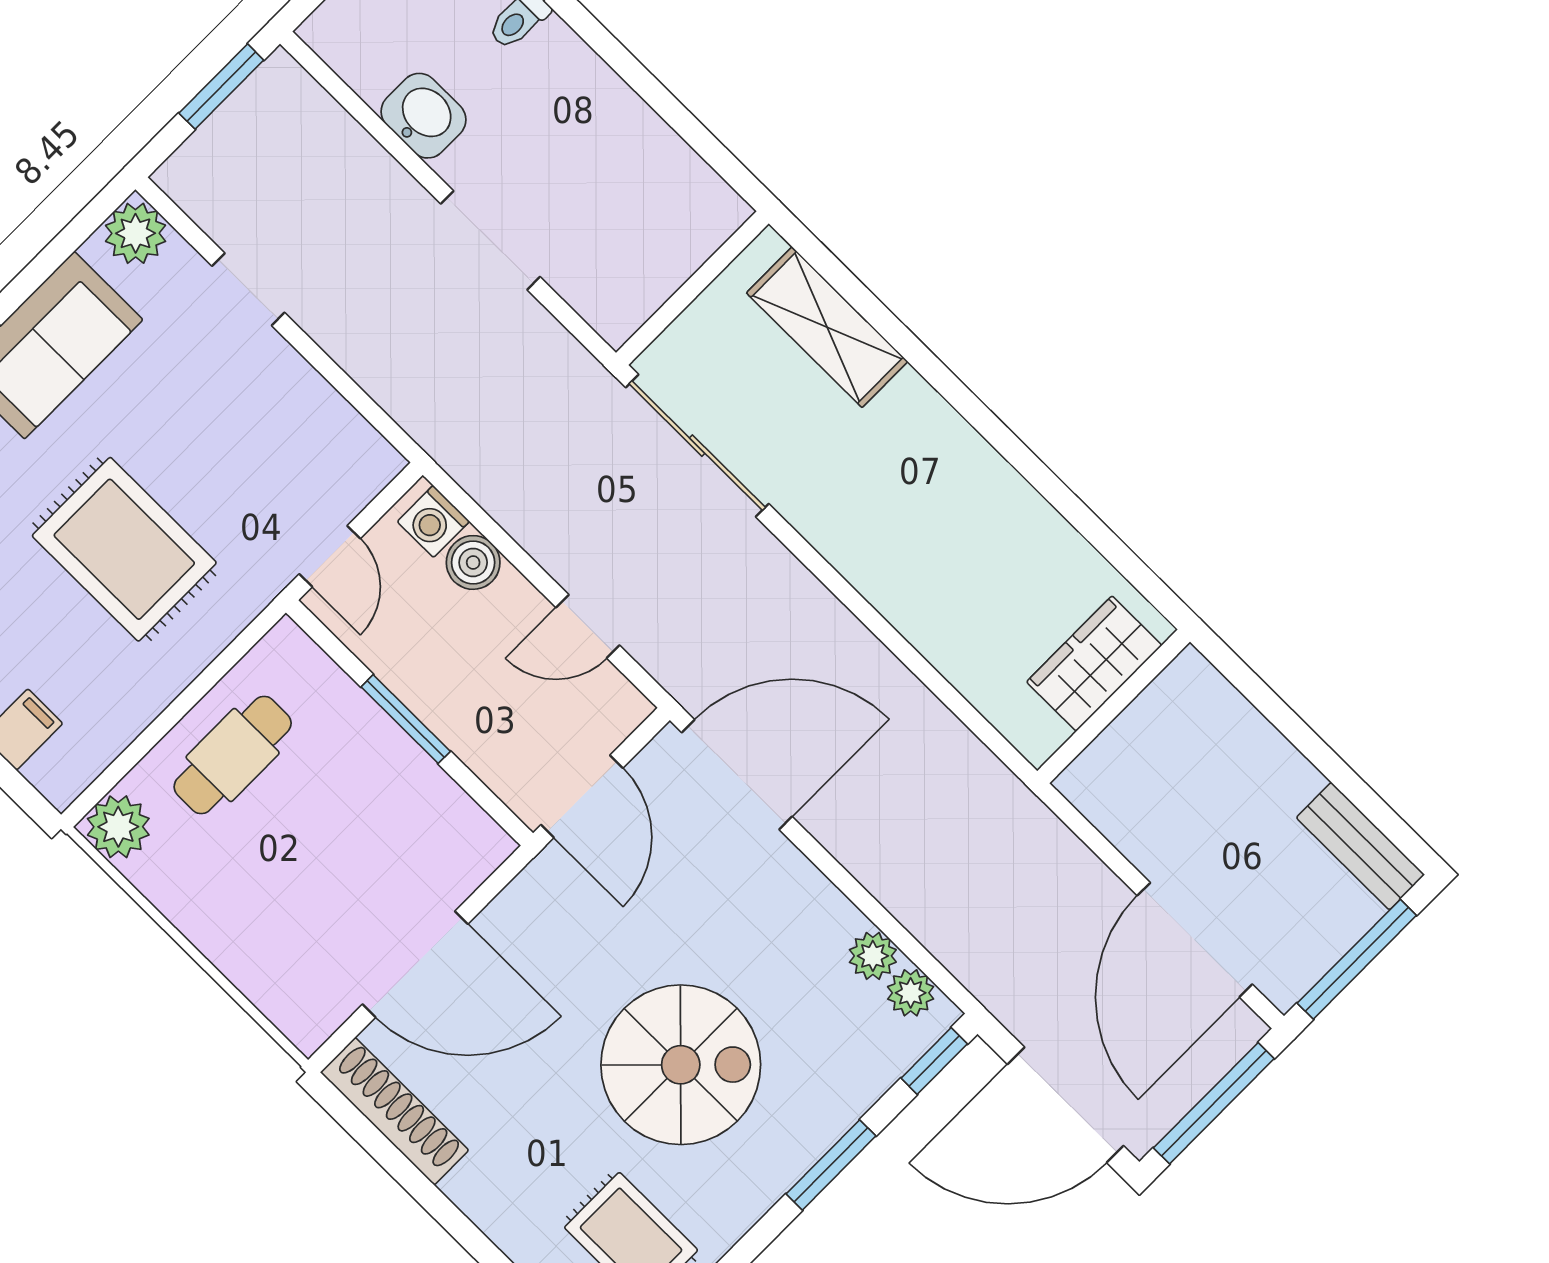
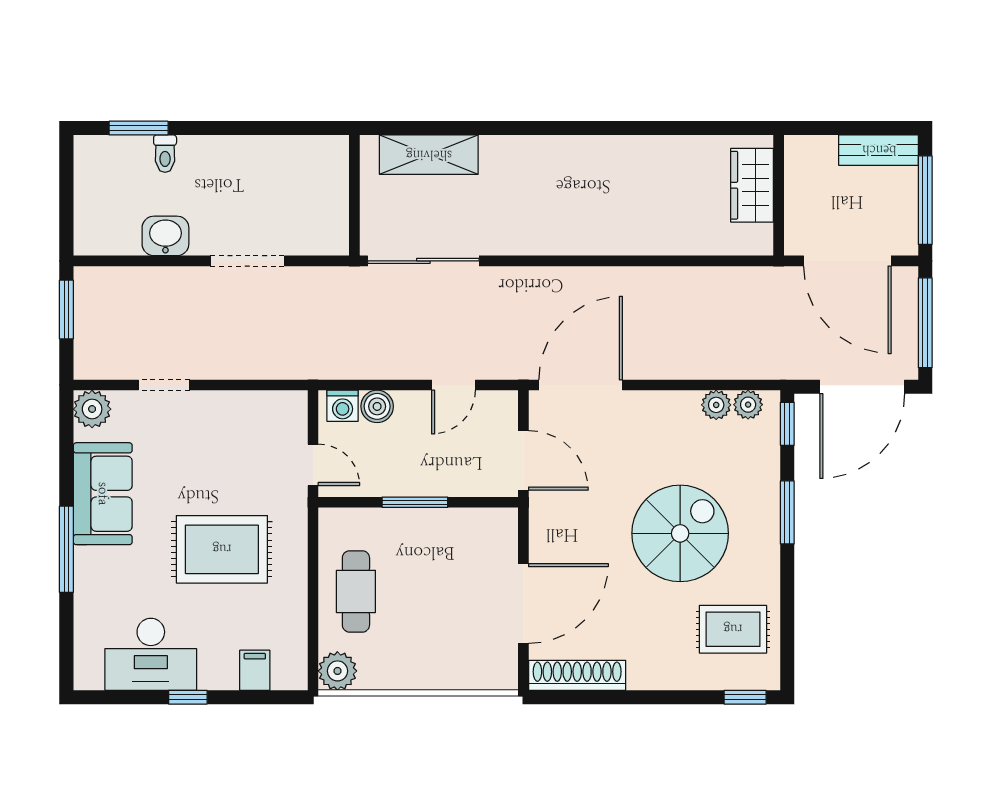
wardrobe: (1094, 664) -> (752, 185), moved
wall: (1114, 706) -> (779, 195), moved

